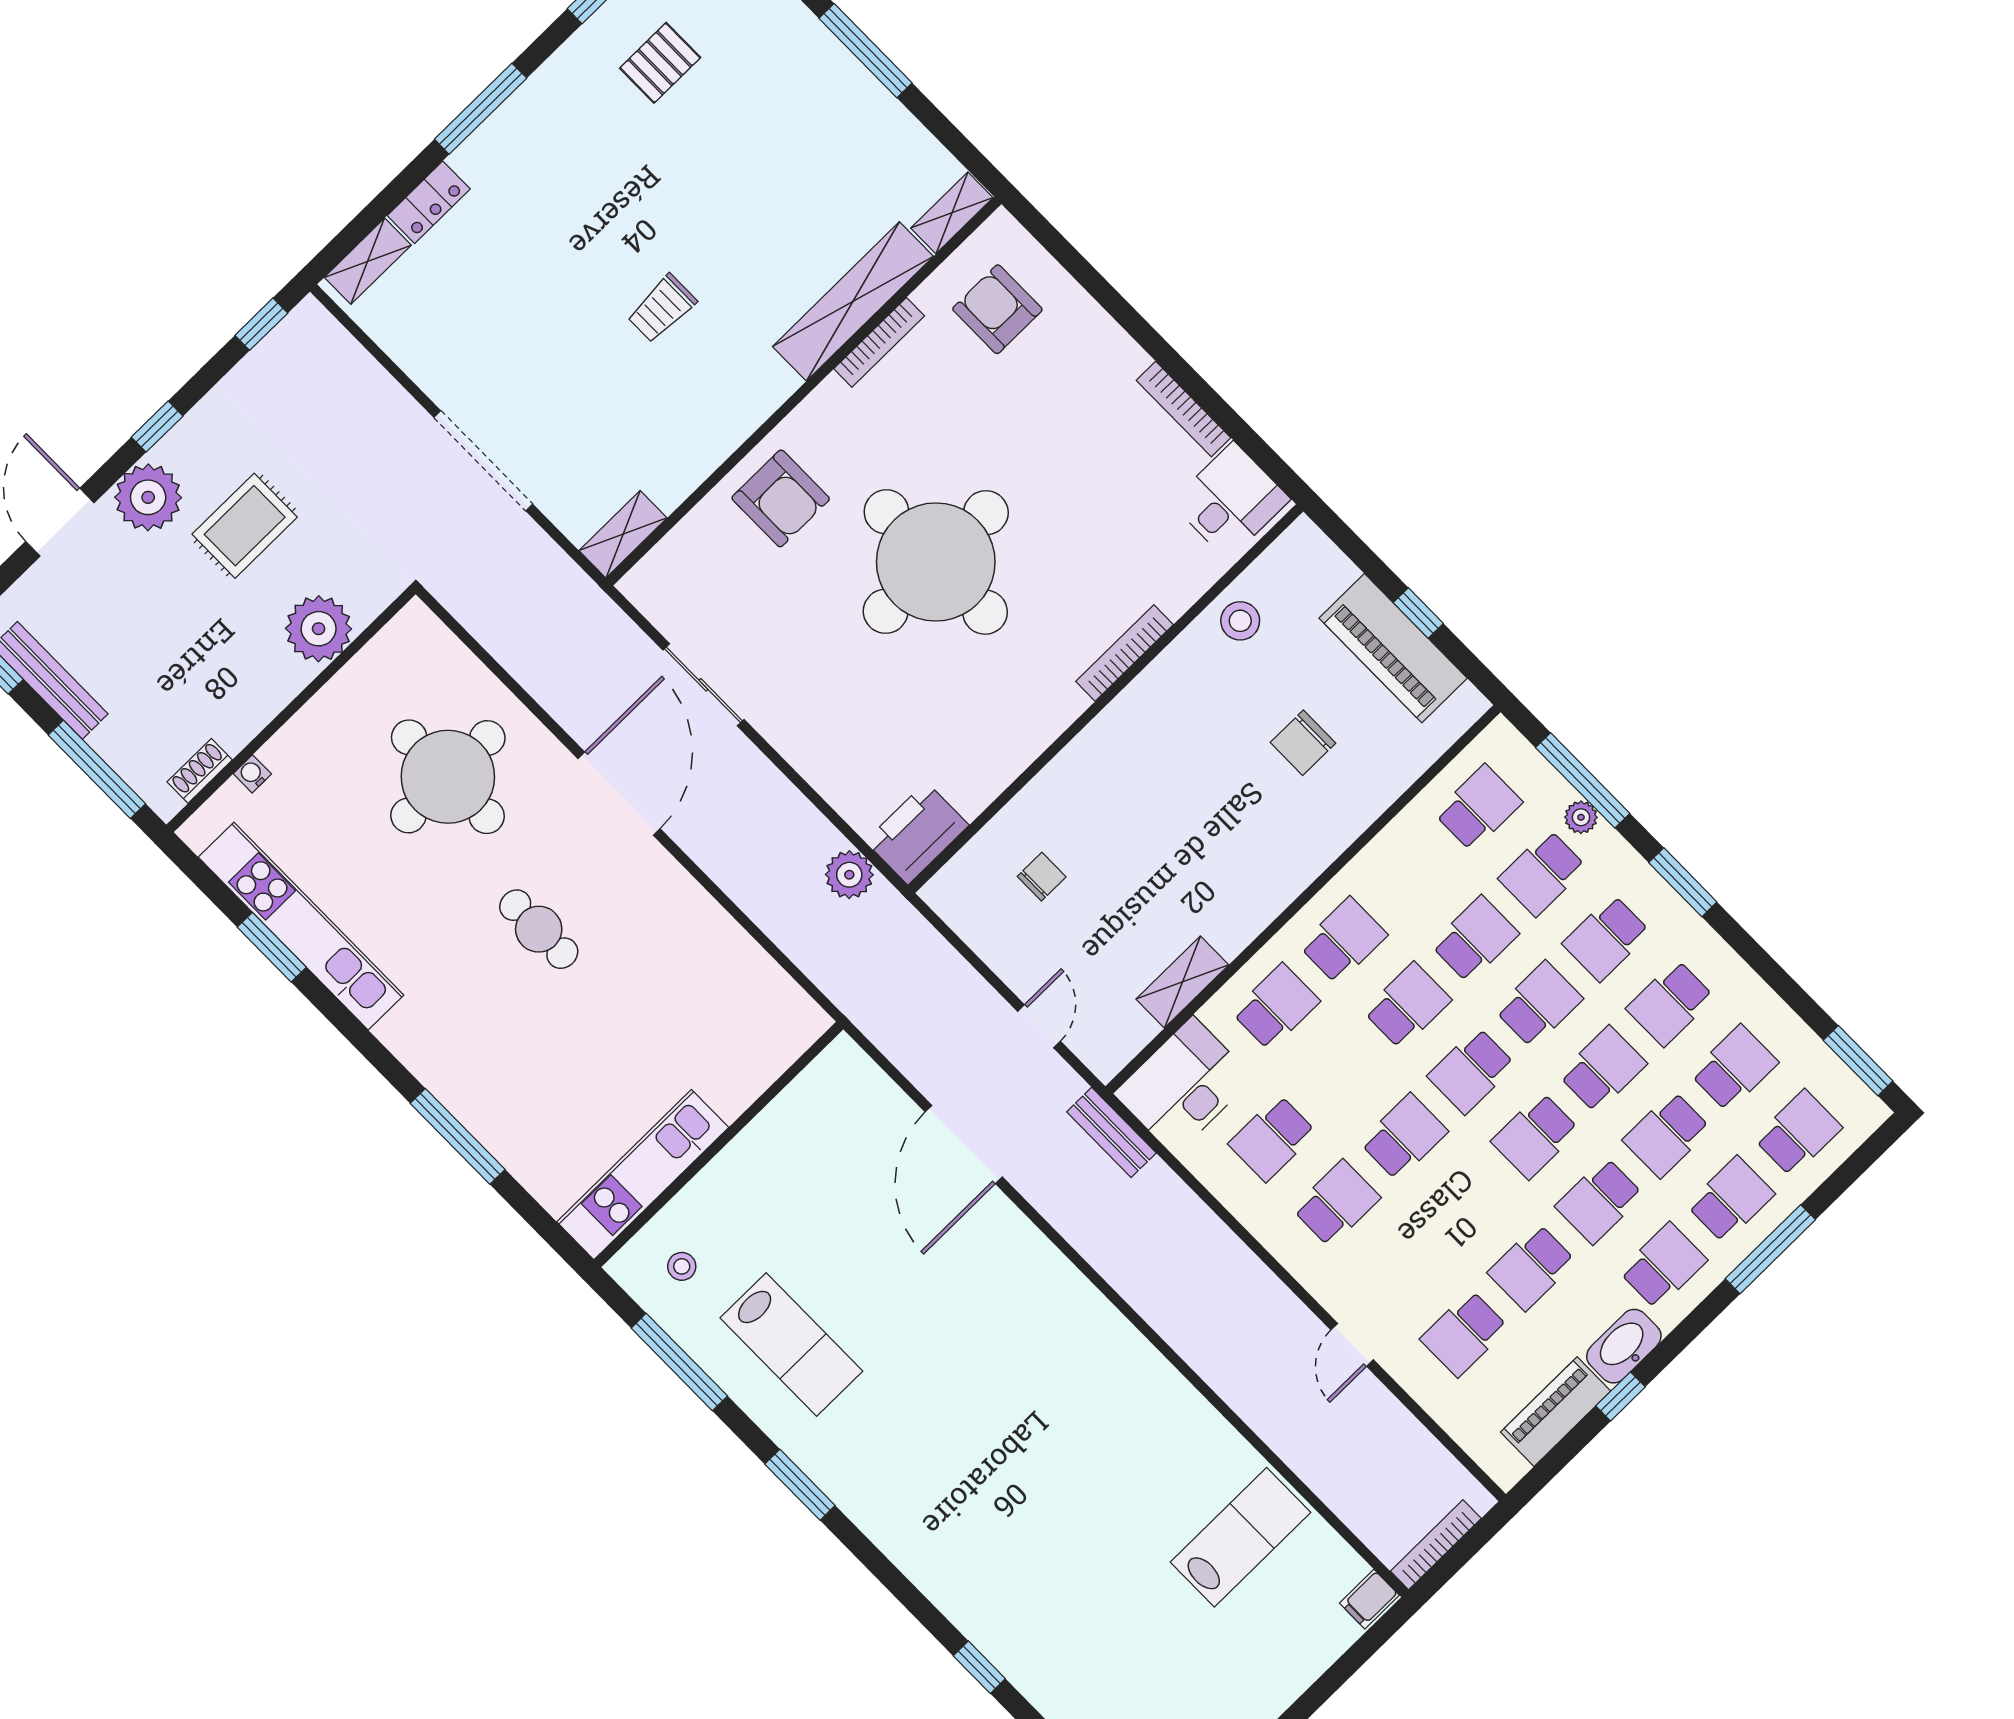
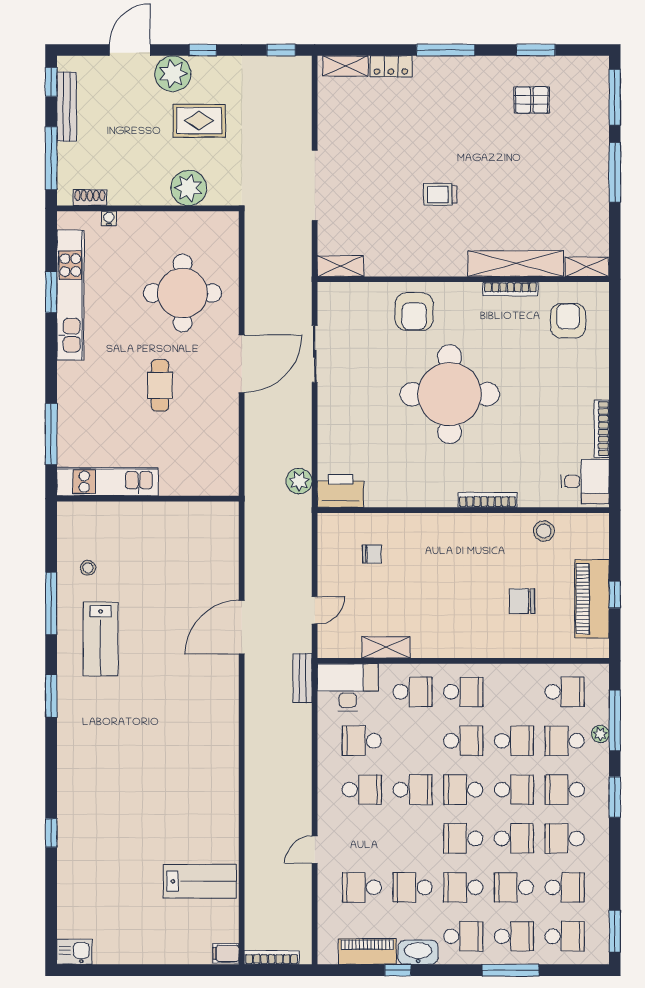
wall: (719, 1145) -> (148, 499), moved
kitchen unit: (643, 1175) -> (108, 482), moved

